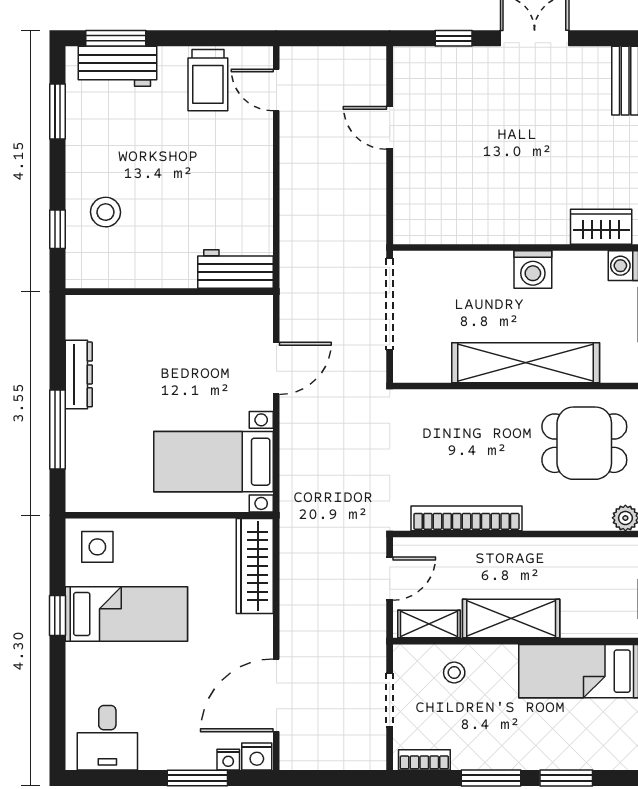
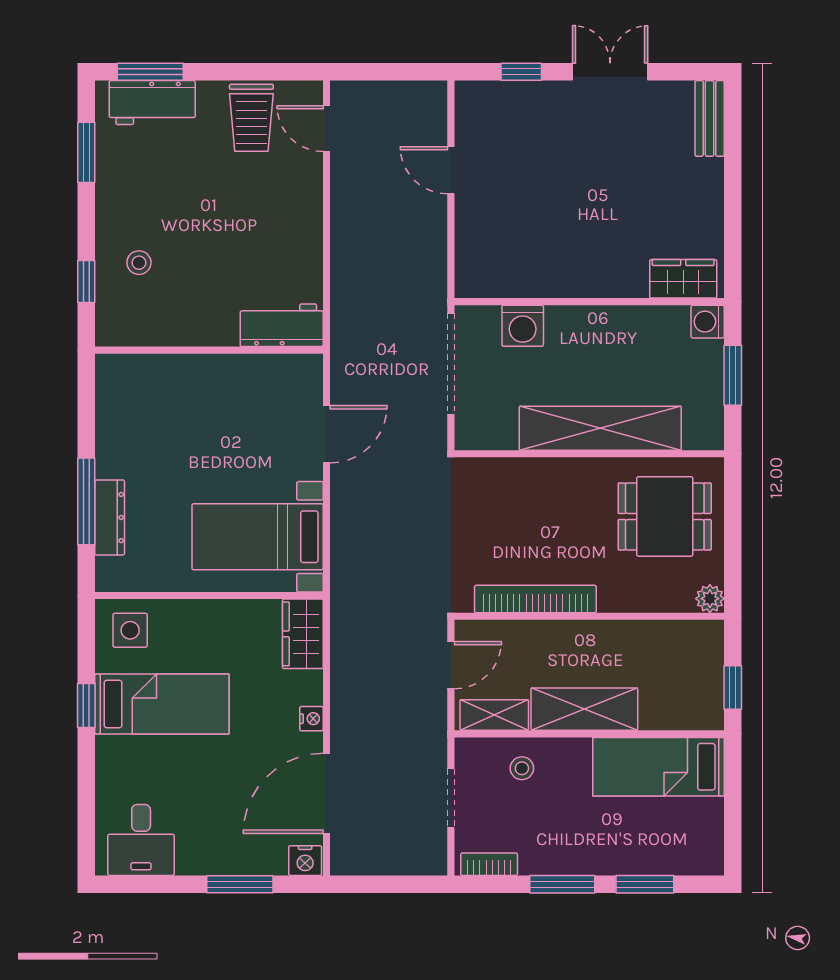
stool: (105, 212) -> (139, 263), width x0.73, depth x0.73
washing machine: (533, 269) -> (523, 326), moved
dresser: (79, 374) -> (110, 518), moved
wardrobe: (255, 566) -> (303, 634), width x0.67
nightstand: (228, 760) -> (311, 719), moved, turned -90

